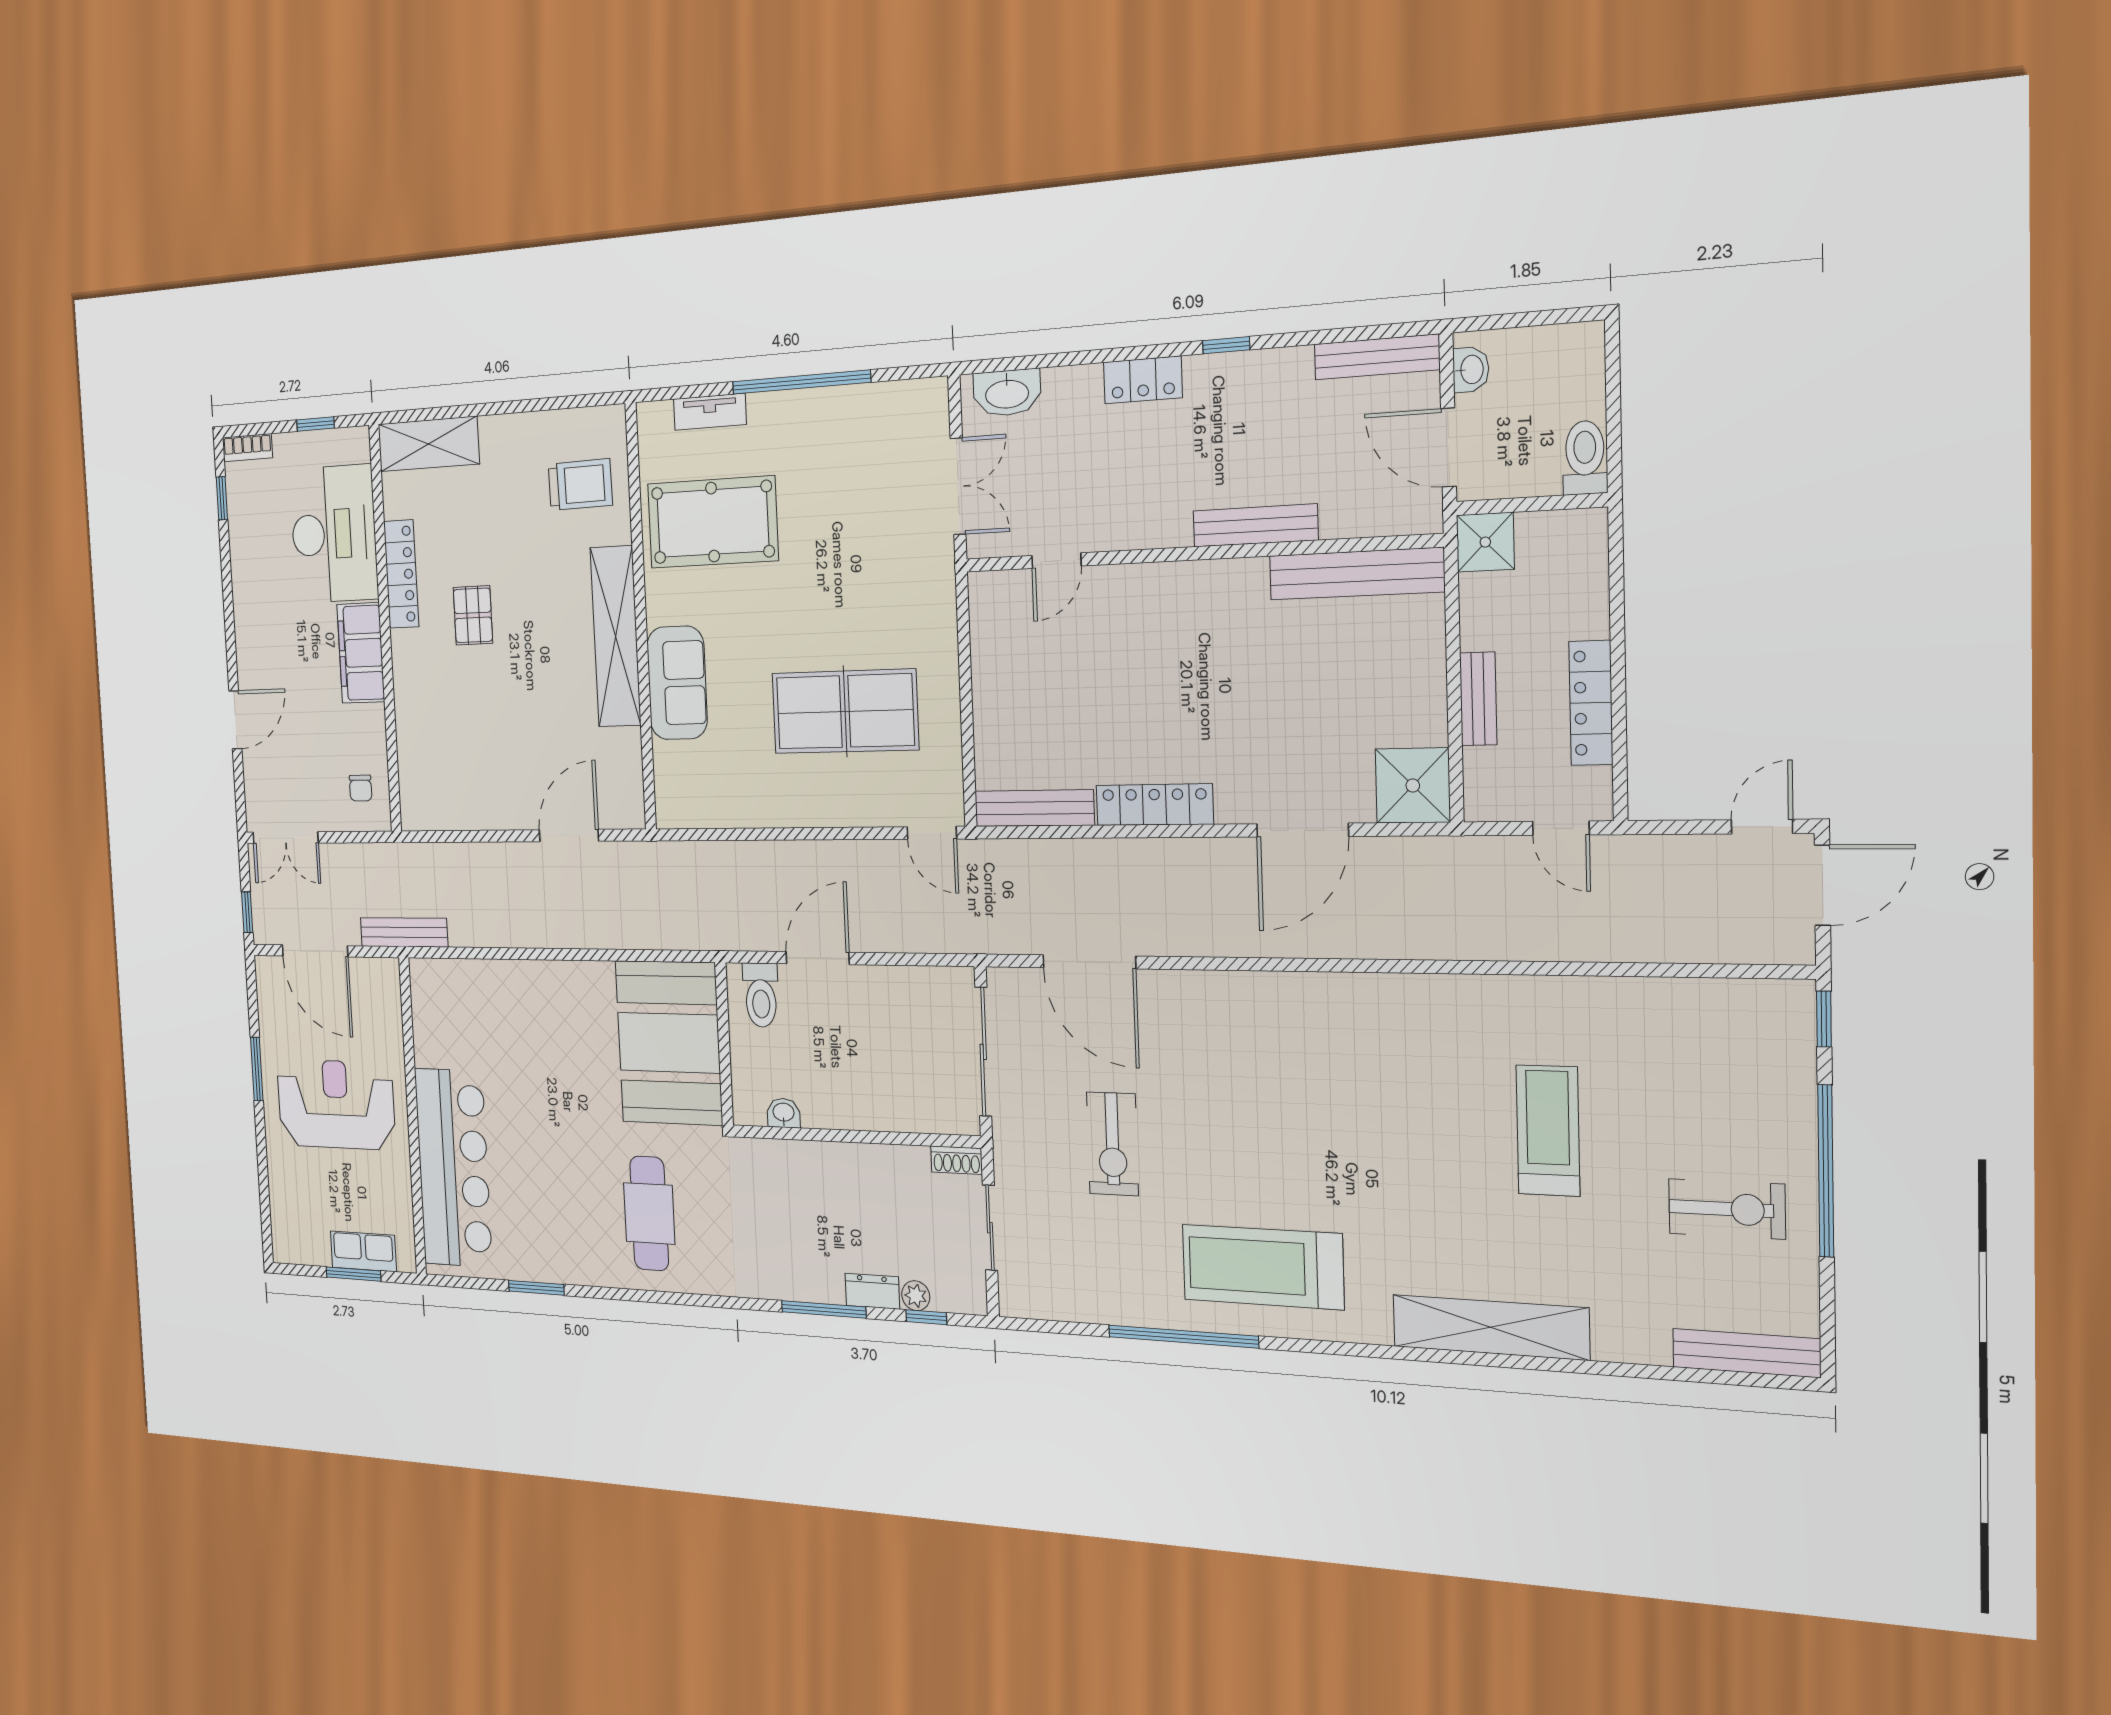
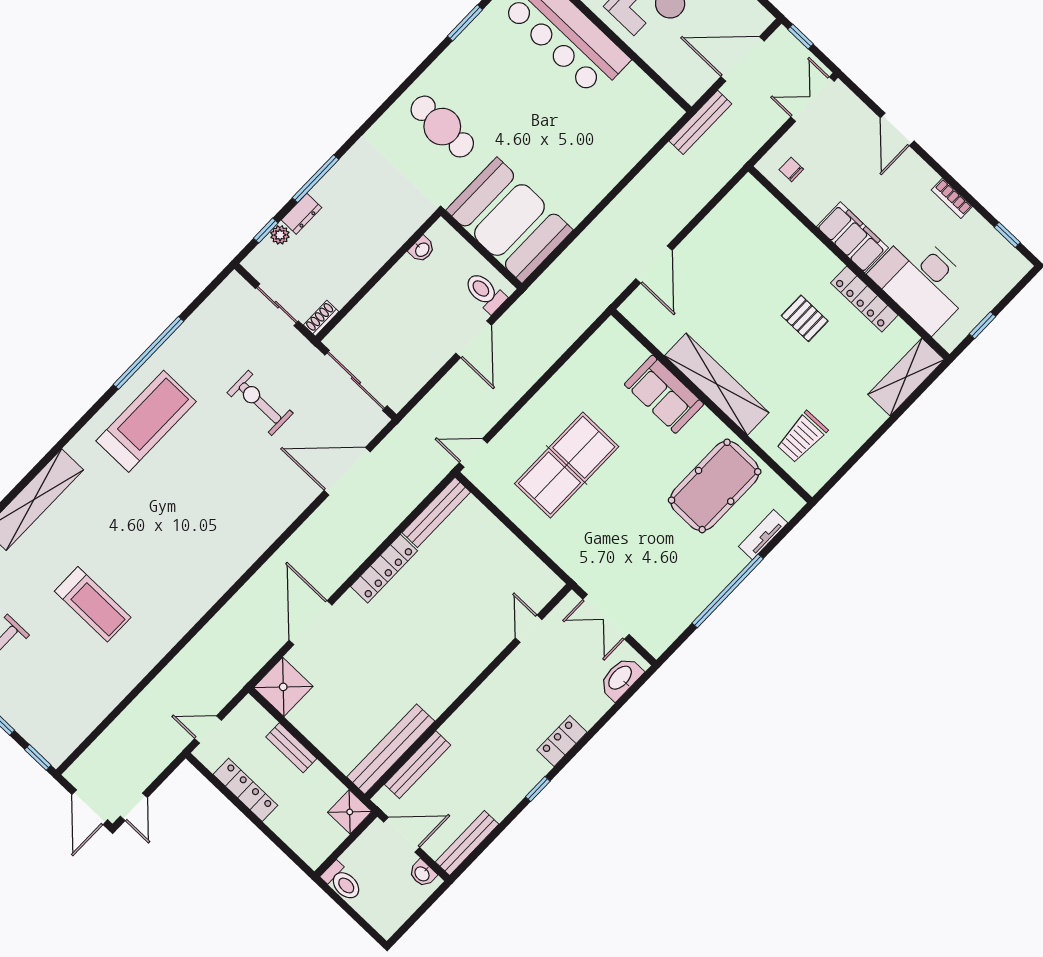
bookcase: (247, 448) -> (952, 198), moved, turned -90
bench: (1255, 525) -> (418, 765), moved

